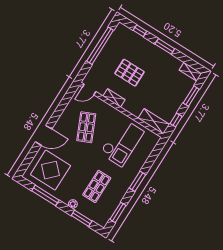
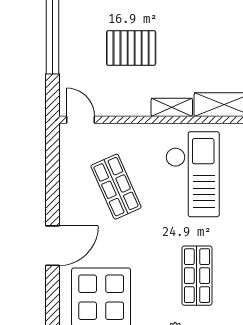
door: (89, 90) -> (81, 120), swing flipped
shelving: (114, 98) -> (172, 107), moved

